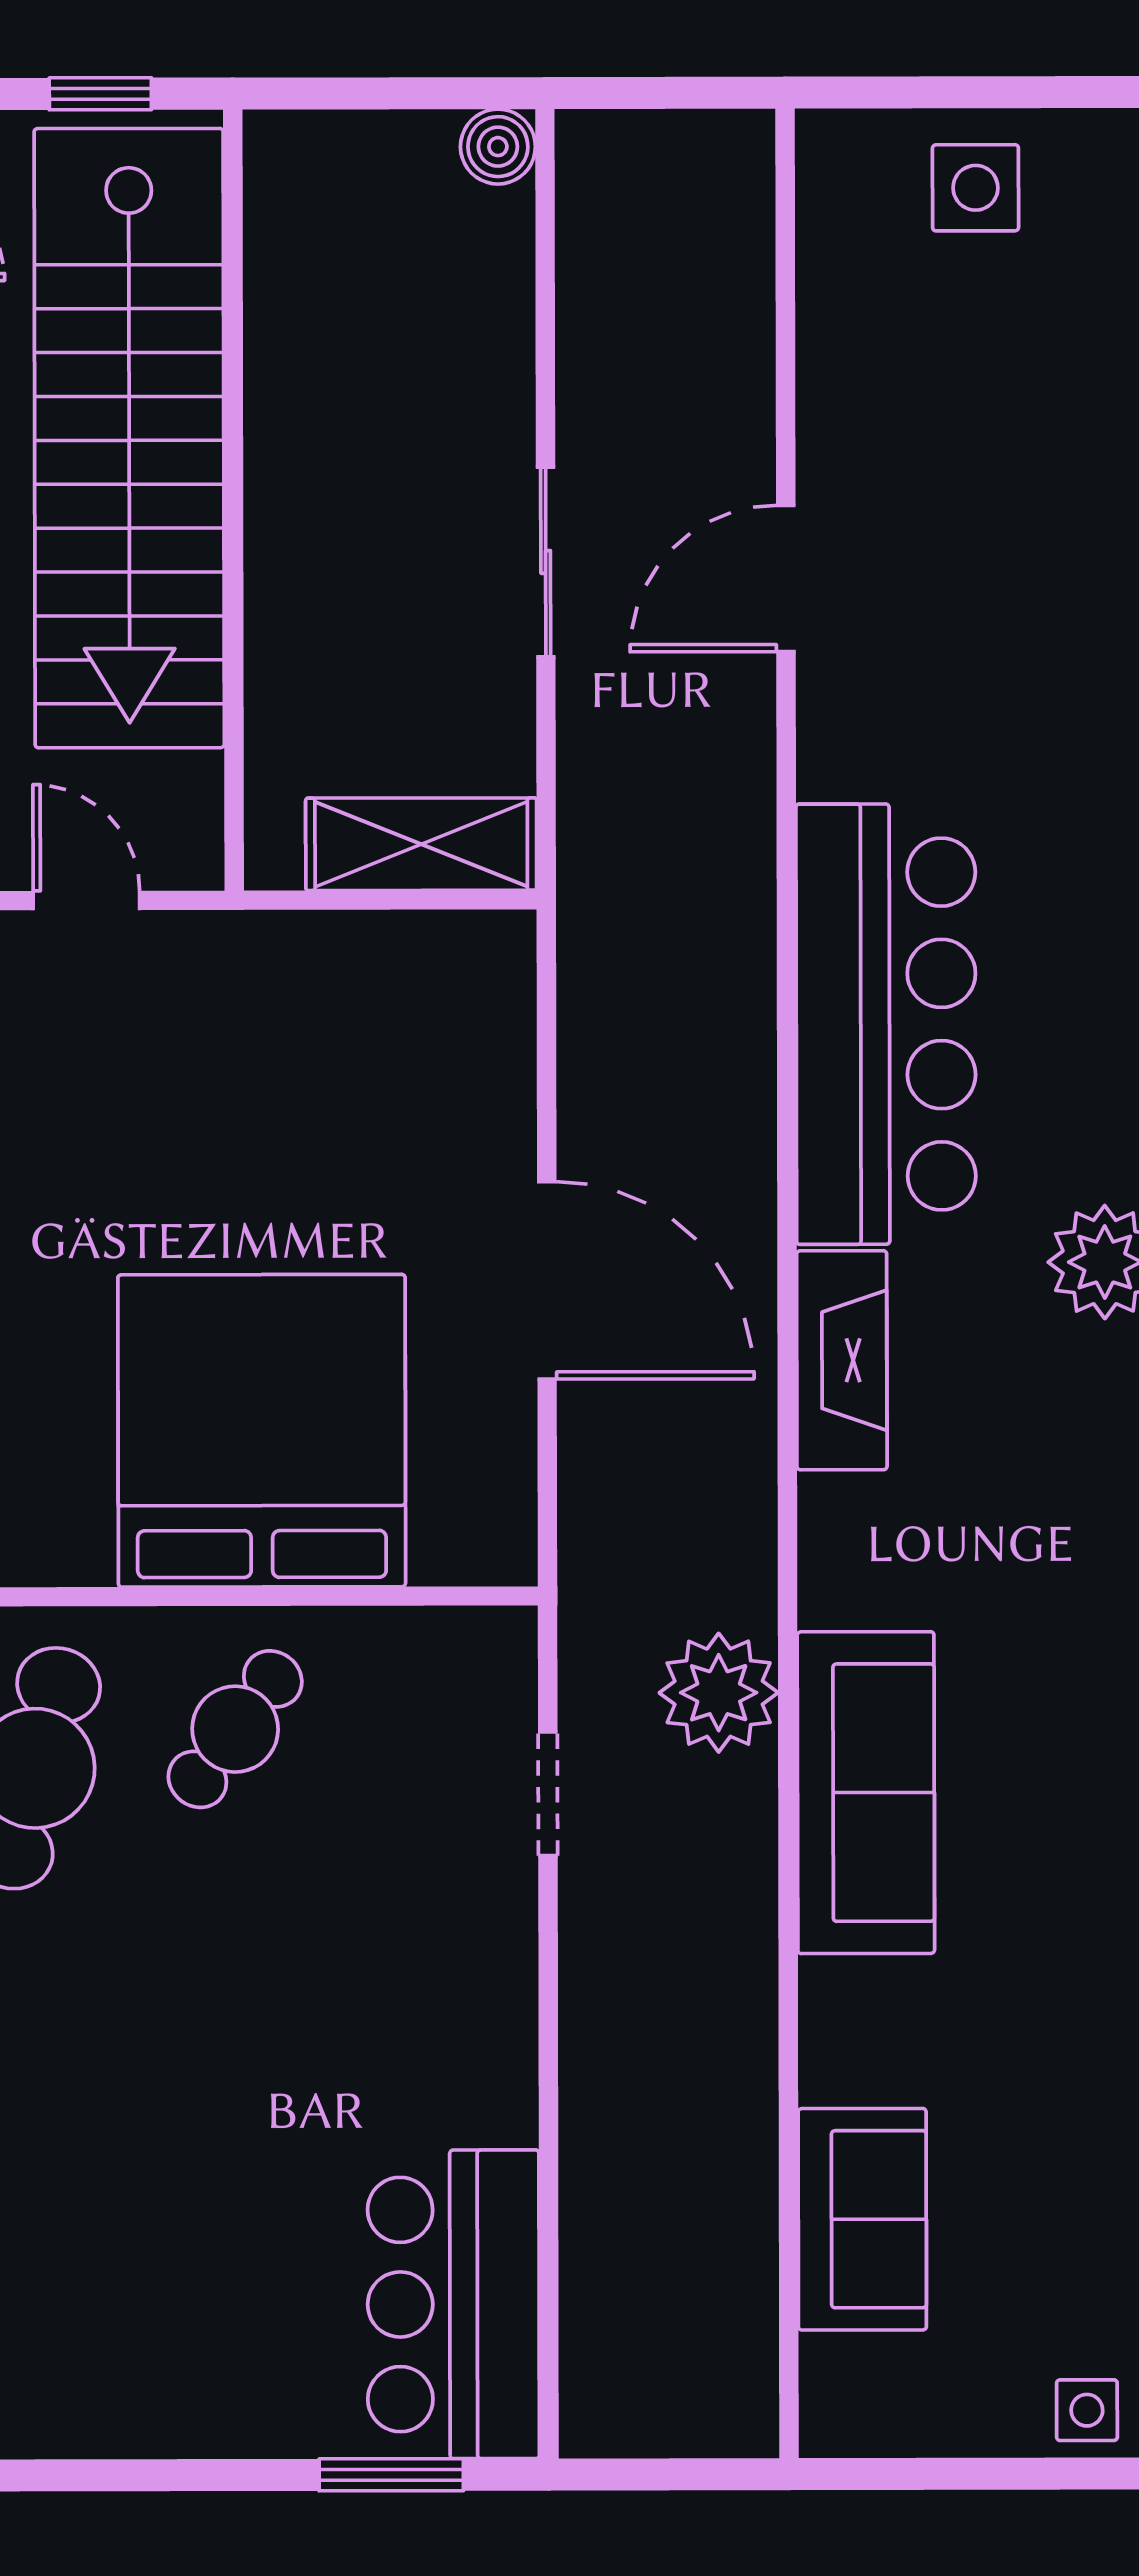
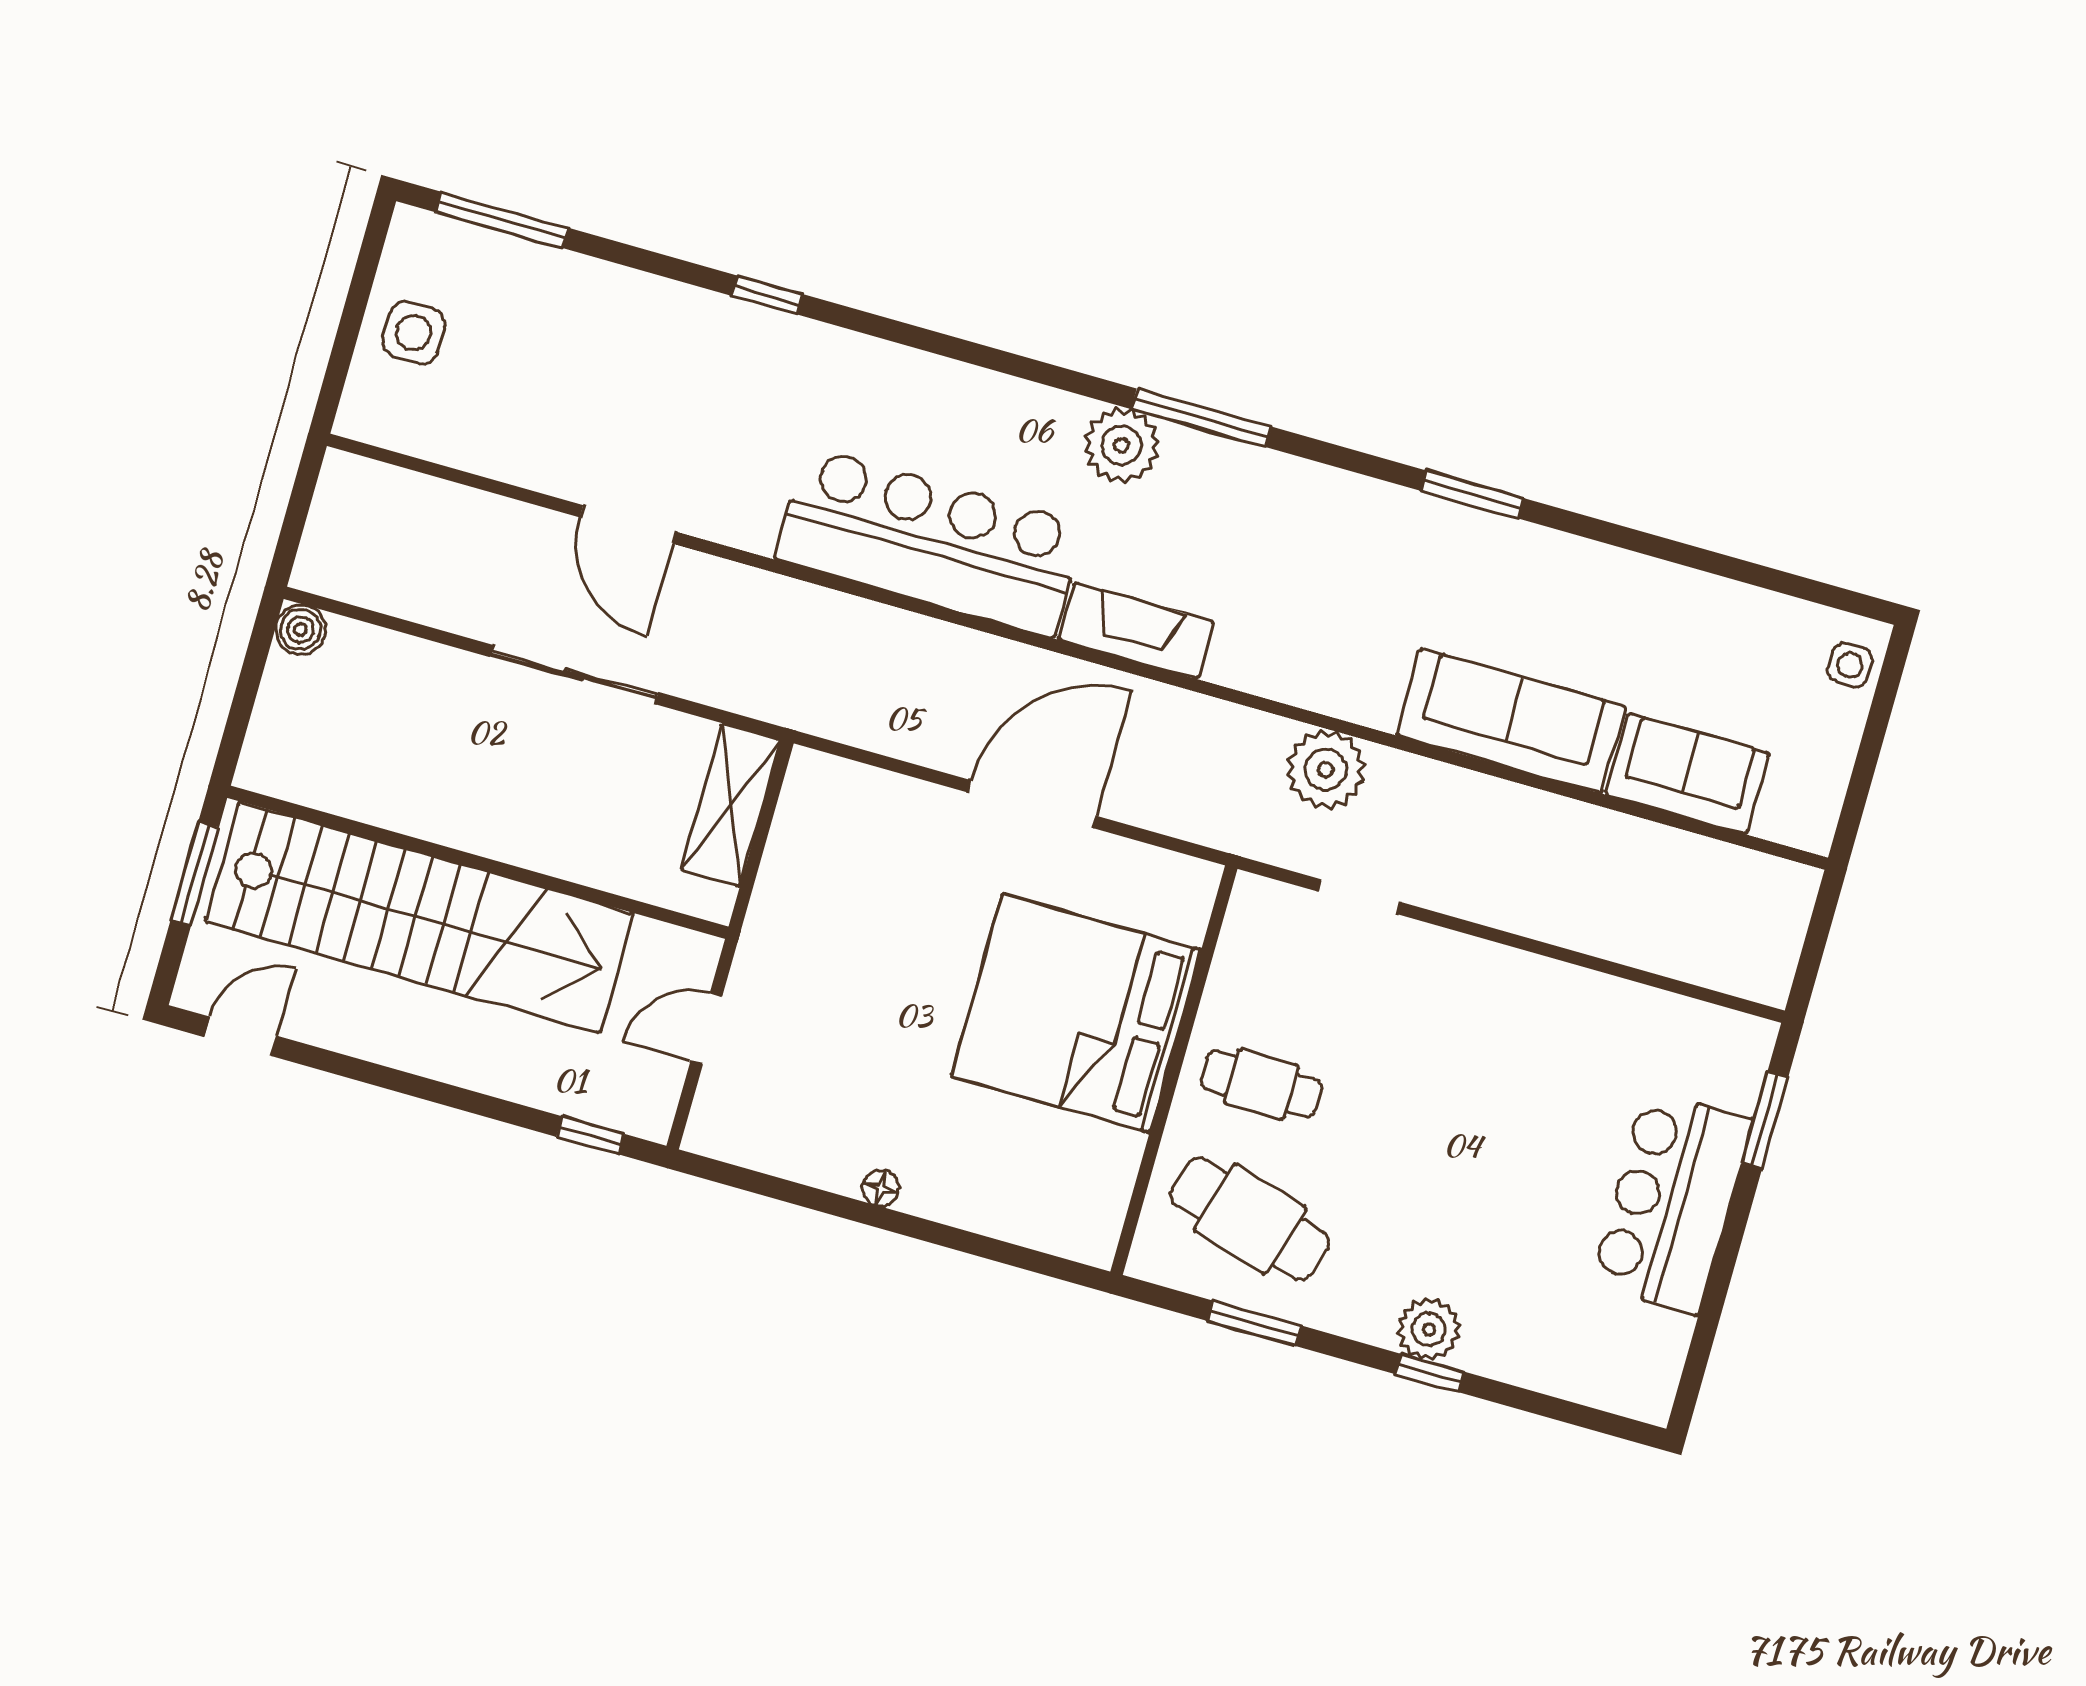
window: (100, 94) -> (195, 873), width x1.50
sliding door: (546, 562) -> (574, 675), width x1.37
cafe table: (235, 1729) -> (1261, 1084), turned -37
sofa: (866, 1793) -> (1511, 721), moved
bar counter: (453, 2304) -> (1672, 1202), moved, turned 90

